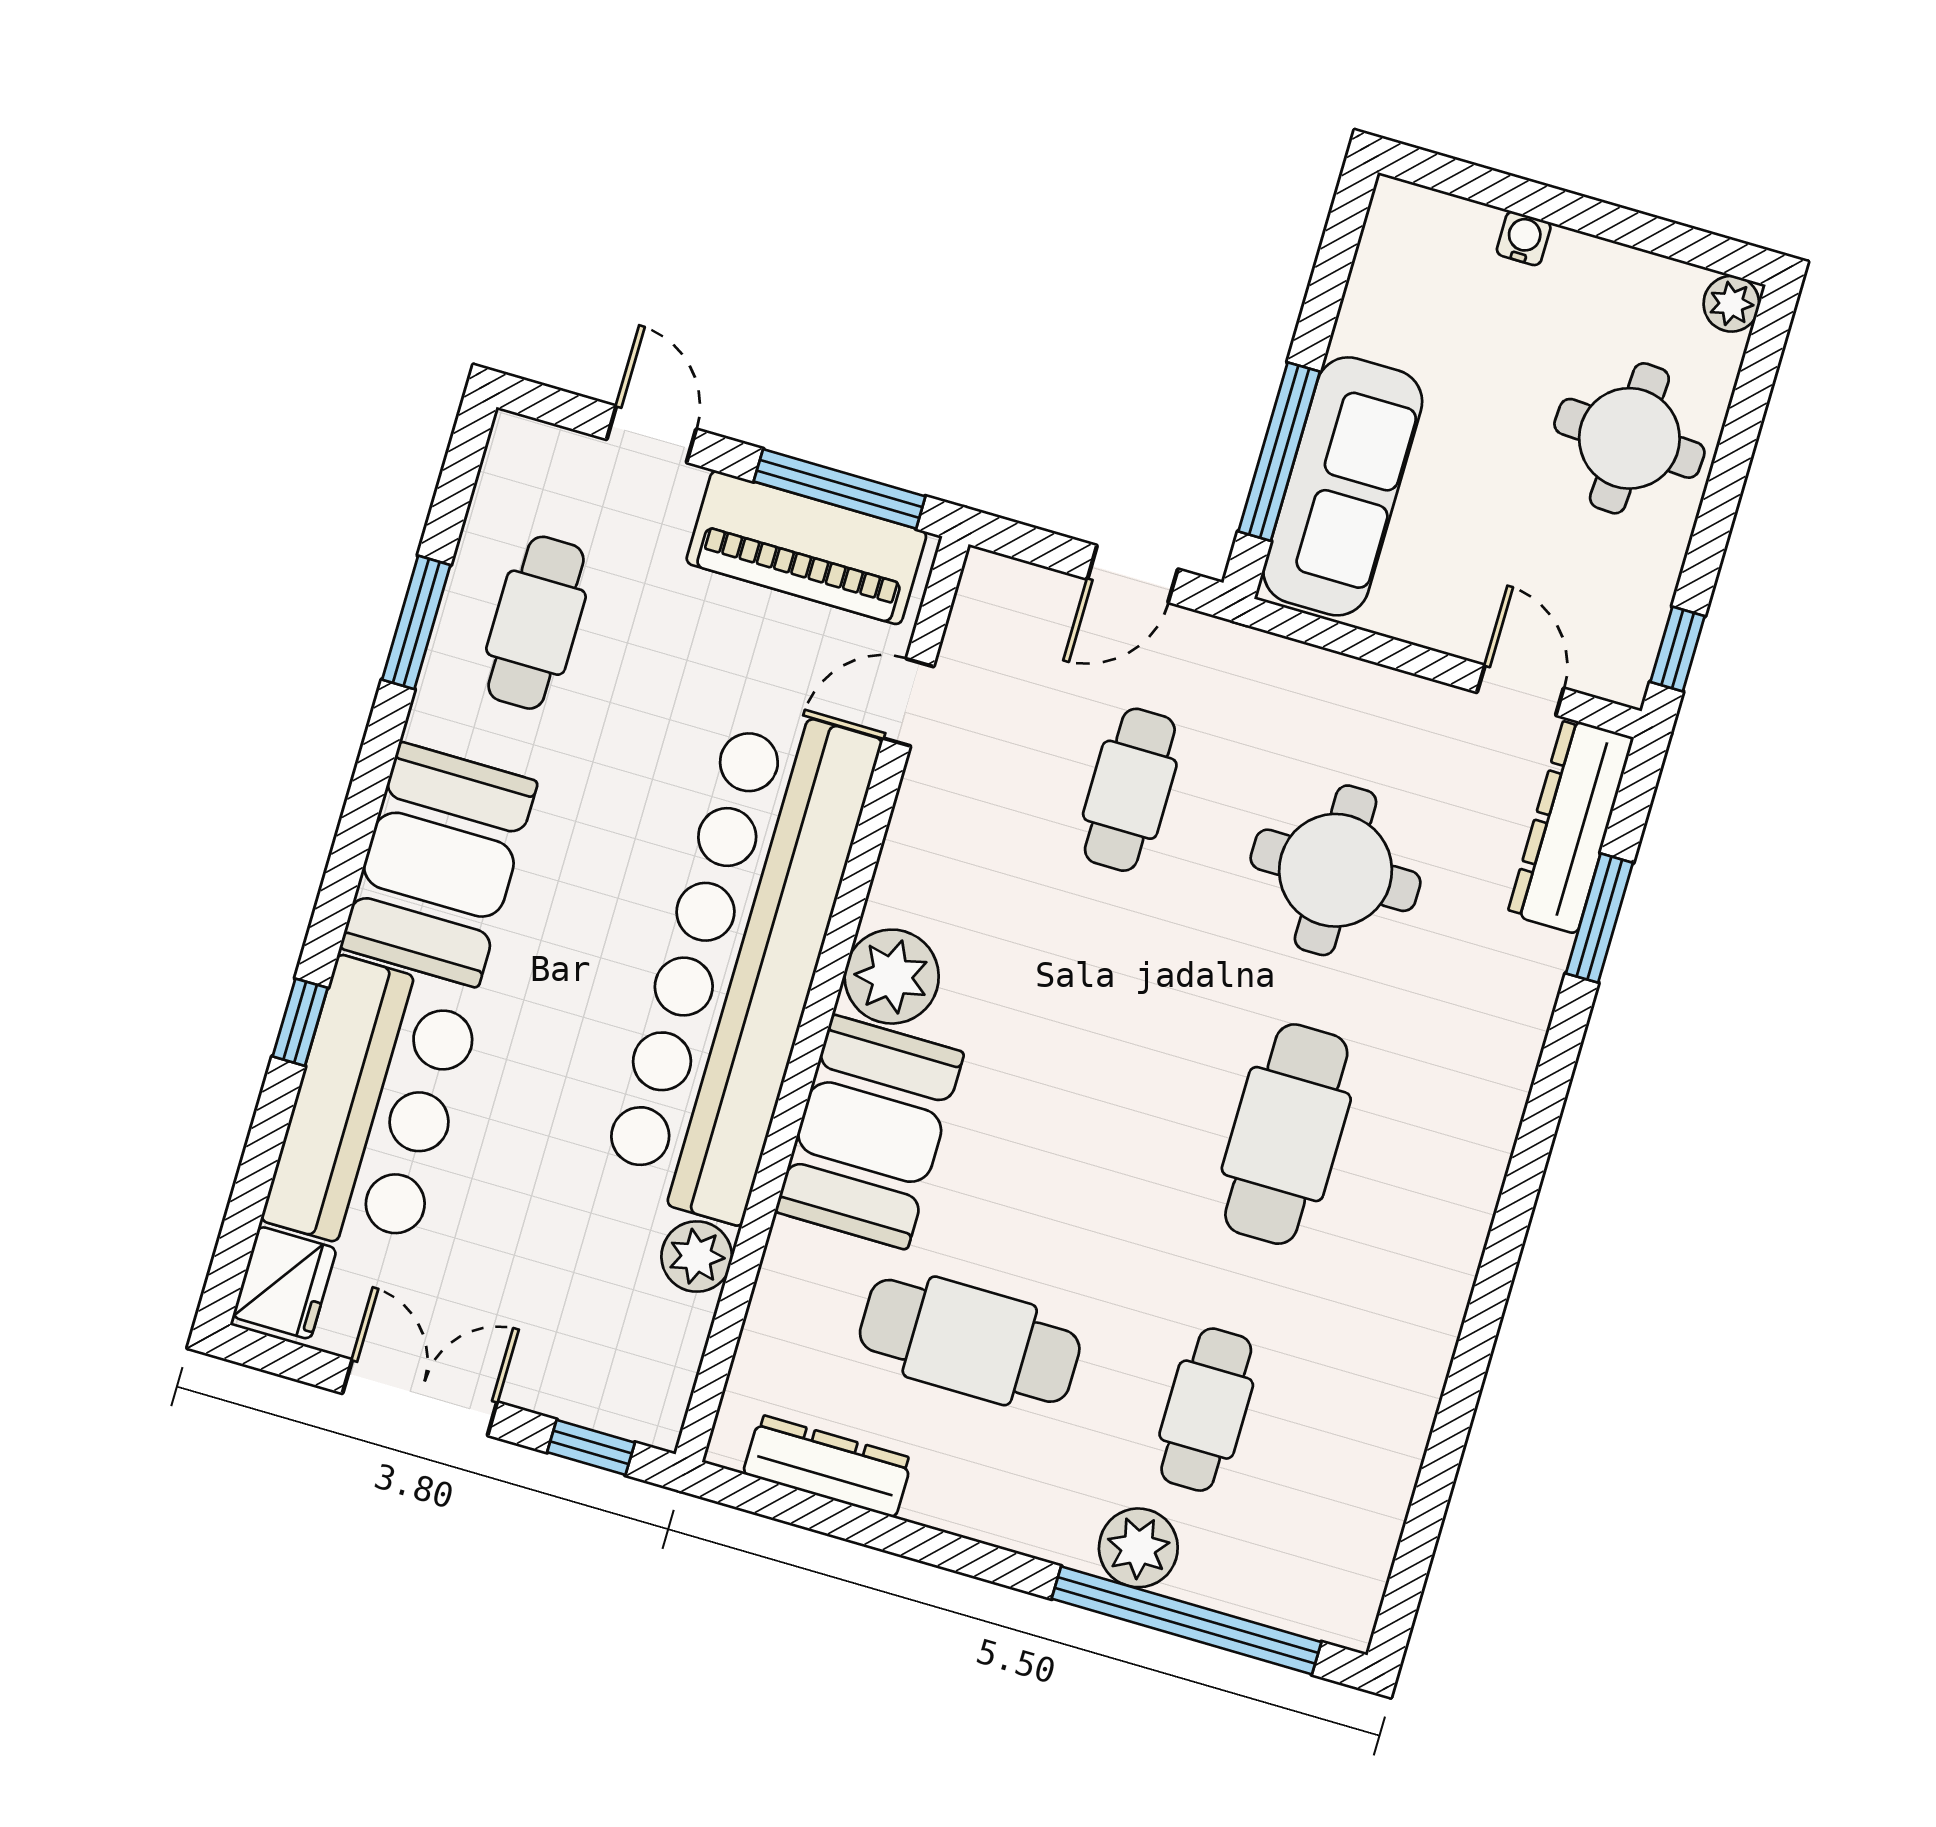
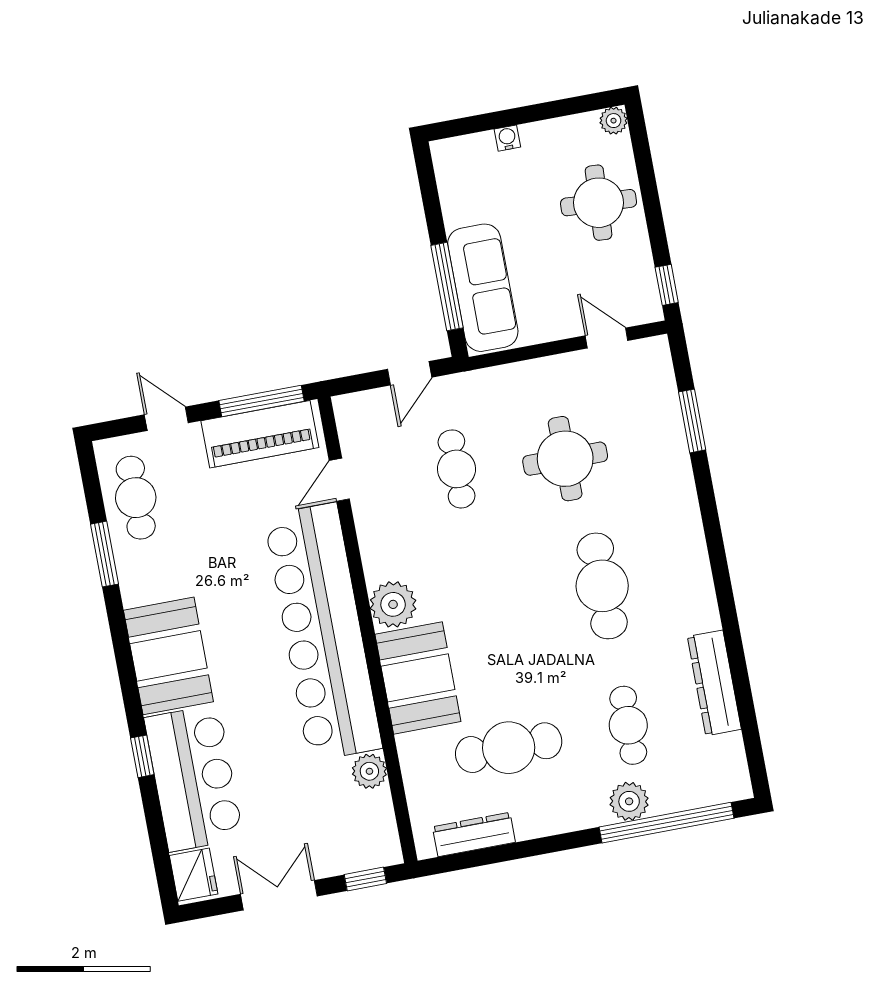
cafe table: (536, 623) -> (136, 498), moved
dresser: (1571, 826) -> (714, 683), moved

